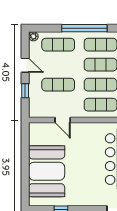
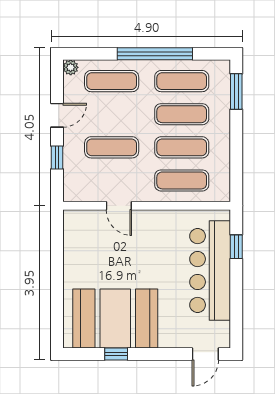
door: (25, 65) -> (57, 115), hinge flipped
booth: (47, 171) -> (115, 318), moved, turned 90

